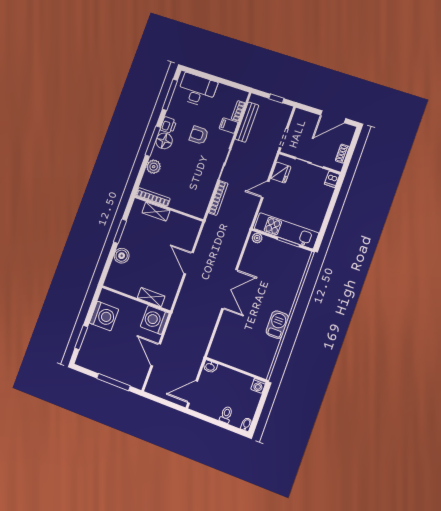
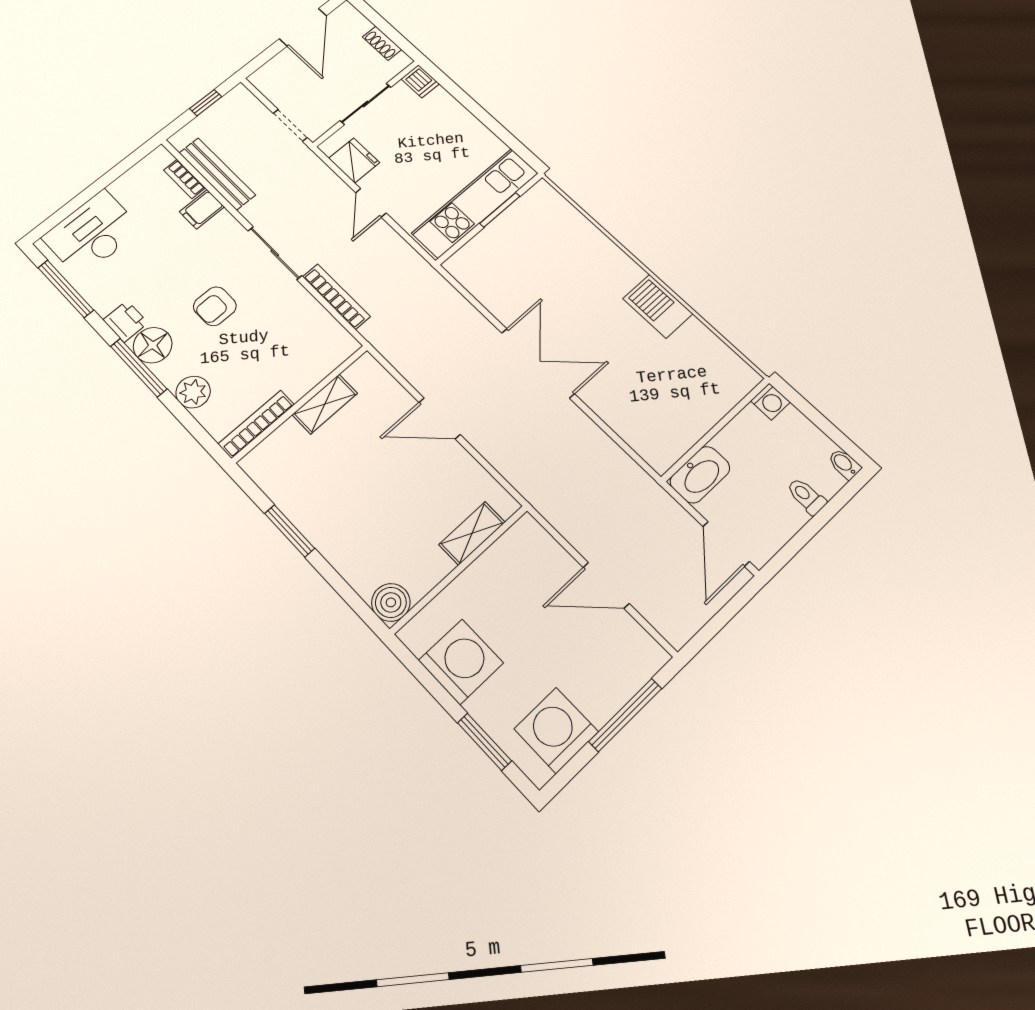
armchair: (199, 135) -> (215, 306), moved
shelving: (156, 212) -> (325, 404), moved
plant: (257, 238) -> (460, 262), removed
boiler: (122, 256) -> (391, 602), moved
washing machine: (155, 320) -> (556, 730), moved, turned 90
washbasin: (210, 367) -> (700, 475), width x1.91, depth x1.45

